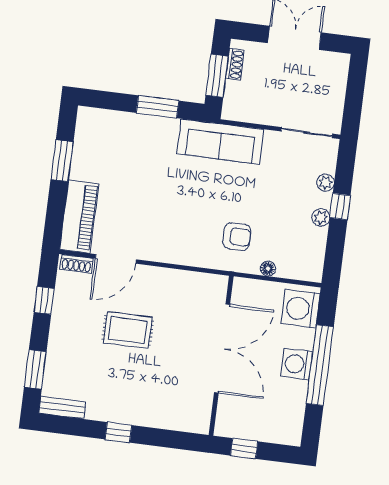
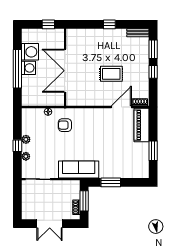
window: (44, 300) -> (153, 72), moved
washing machine: (301, 309) -> (30, 52), moved

